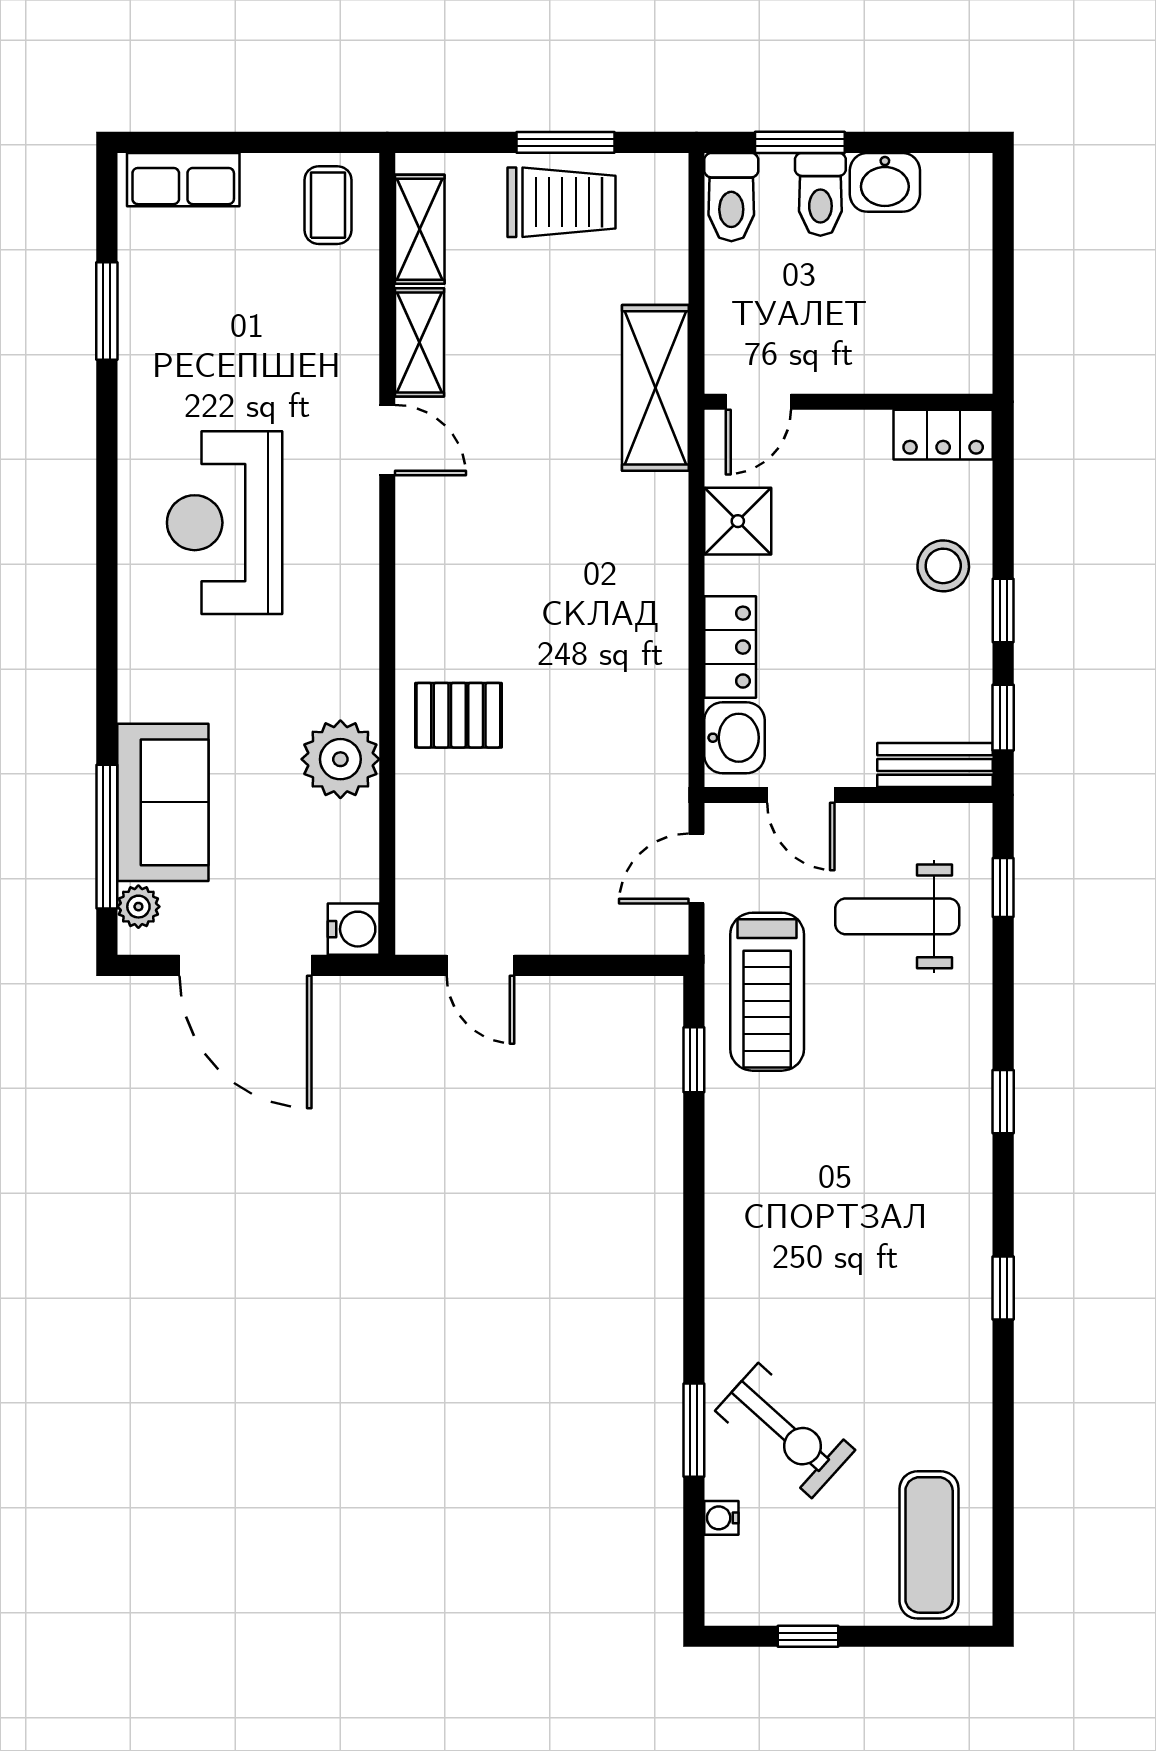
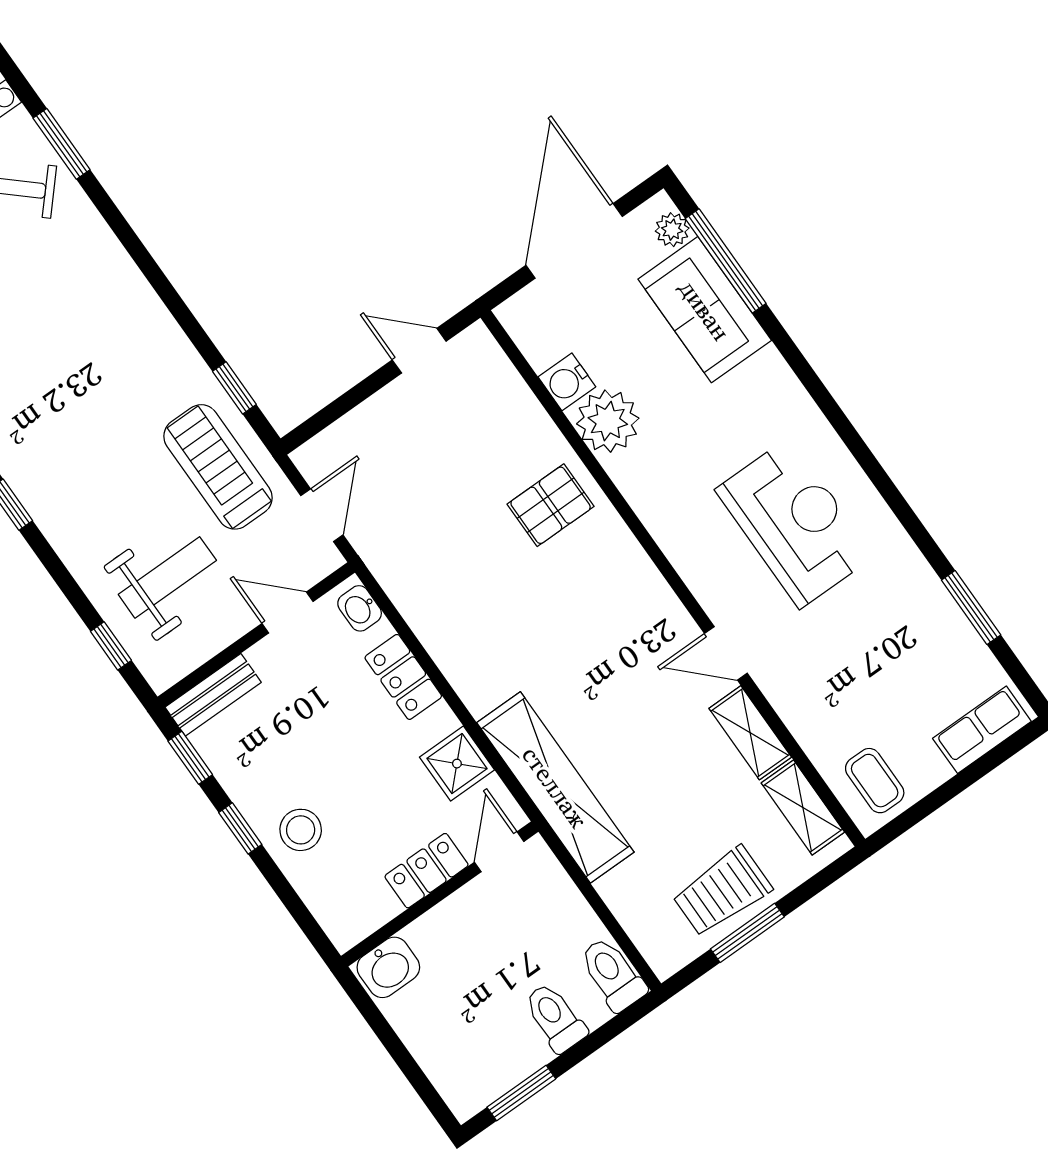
window: (800, 142) -> (521, 1093), moved
washbasin: (885, 182) -> (388, 967), moved, turned 180
shelving: (655, 388) -> (555, 787), width x1.47
locker: (943, 435) -> (426, 871), moved
washbasin: (734, 738) -> (360, 608), width x0.72, depth x0.69
water cooler: (354, 929) -> (567, 382), moved
door: (246, 965) -> (574, 241), hinge flipped

